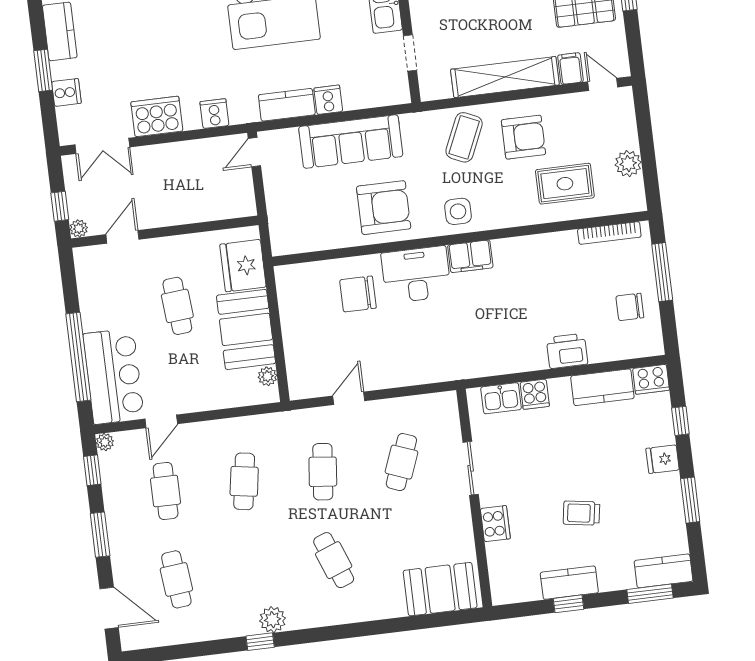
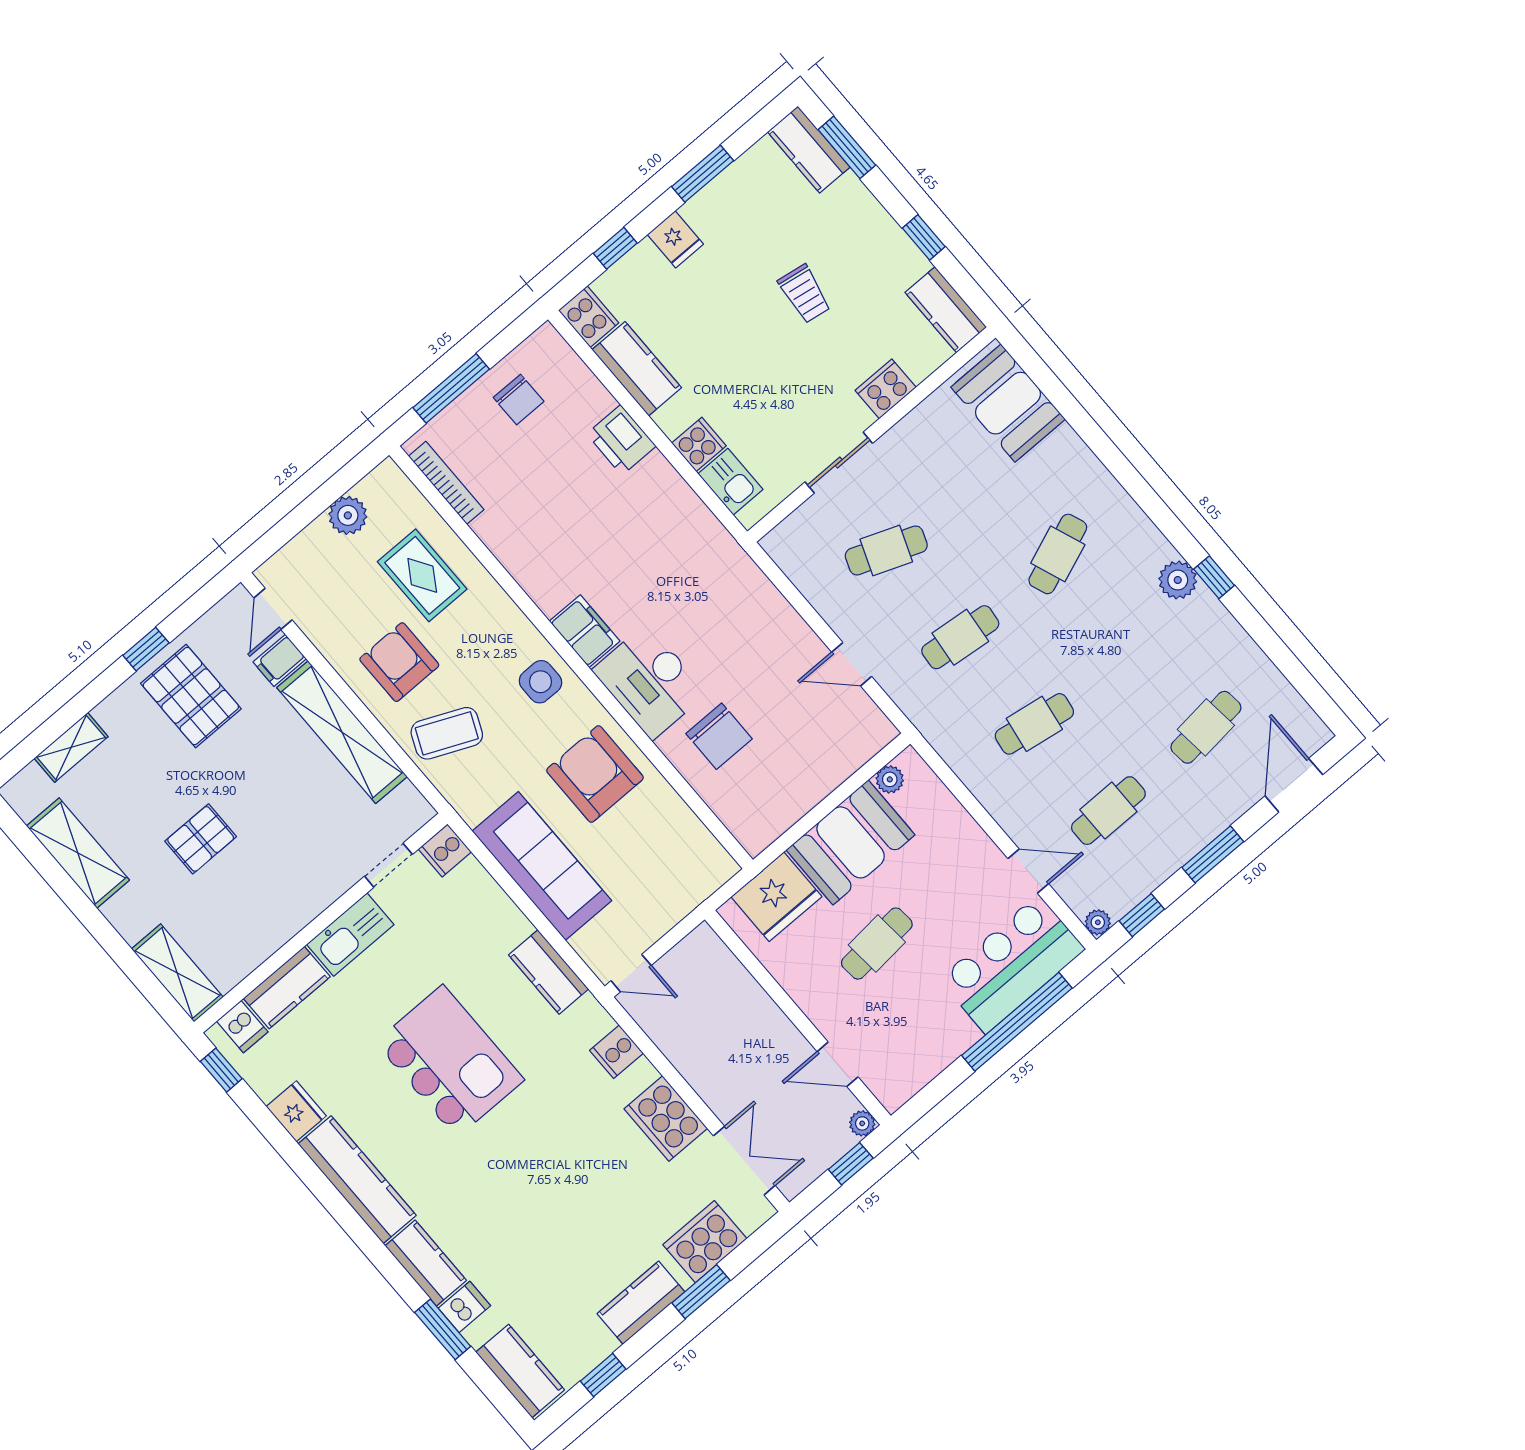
cooker: (66, 92) -> (705, 1242), width x1.87, depth x1.31
cooker: (328, 100) -> (445, 851), moved
kitchen counter: (569, 583) -> (946, 310), moved

